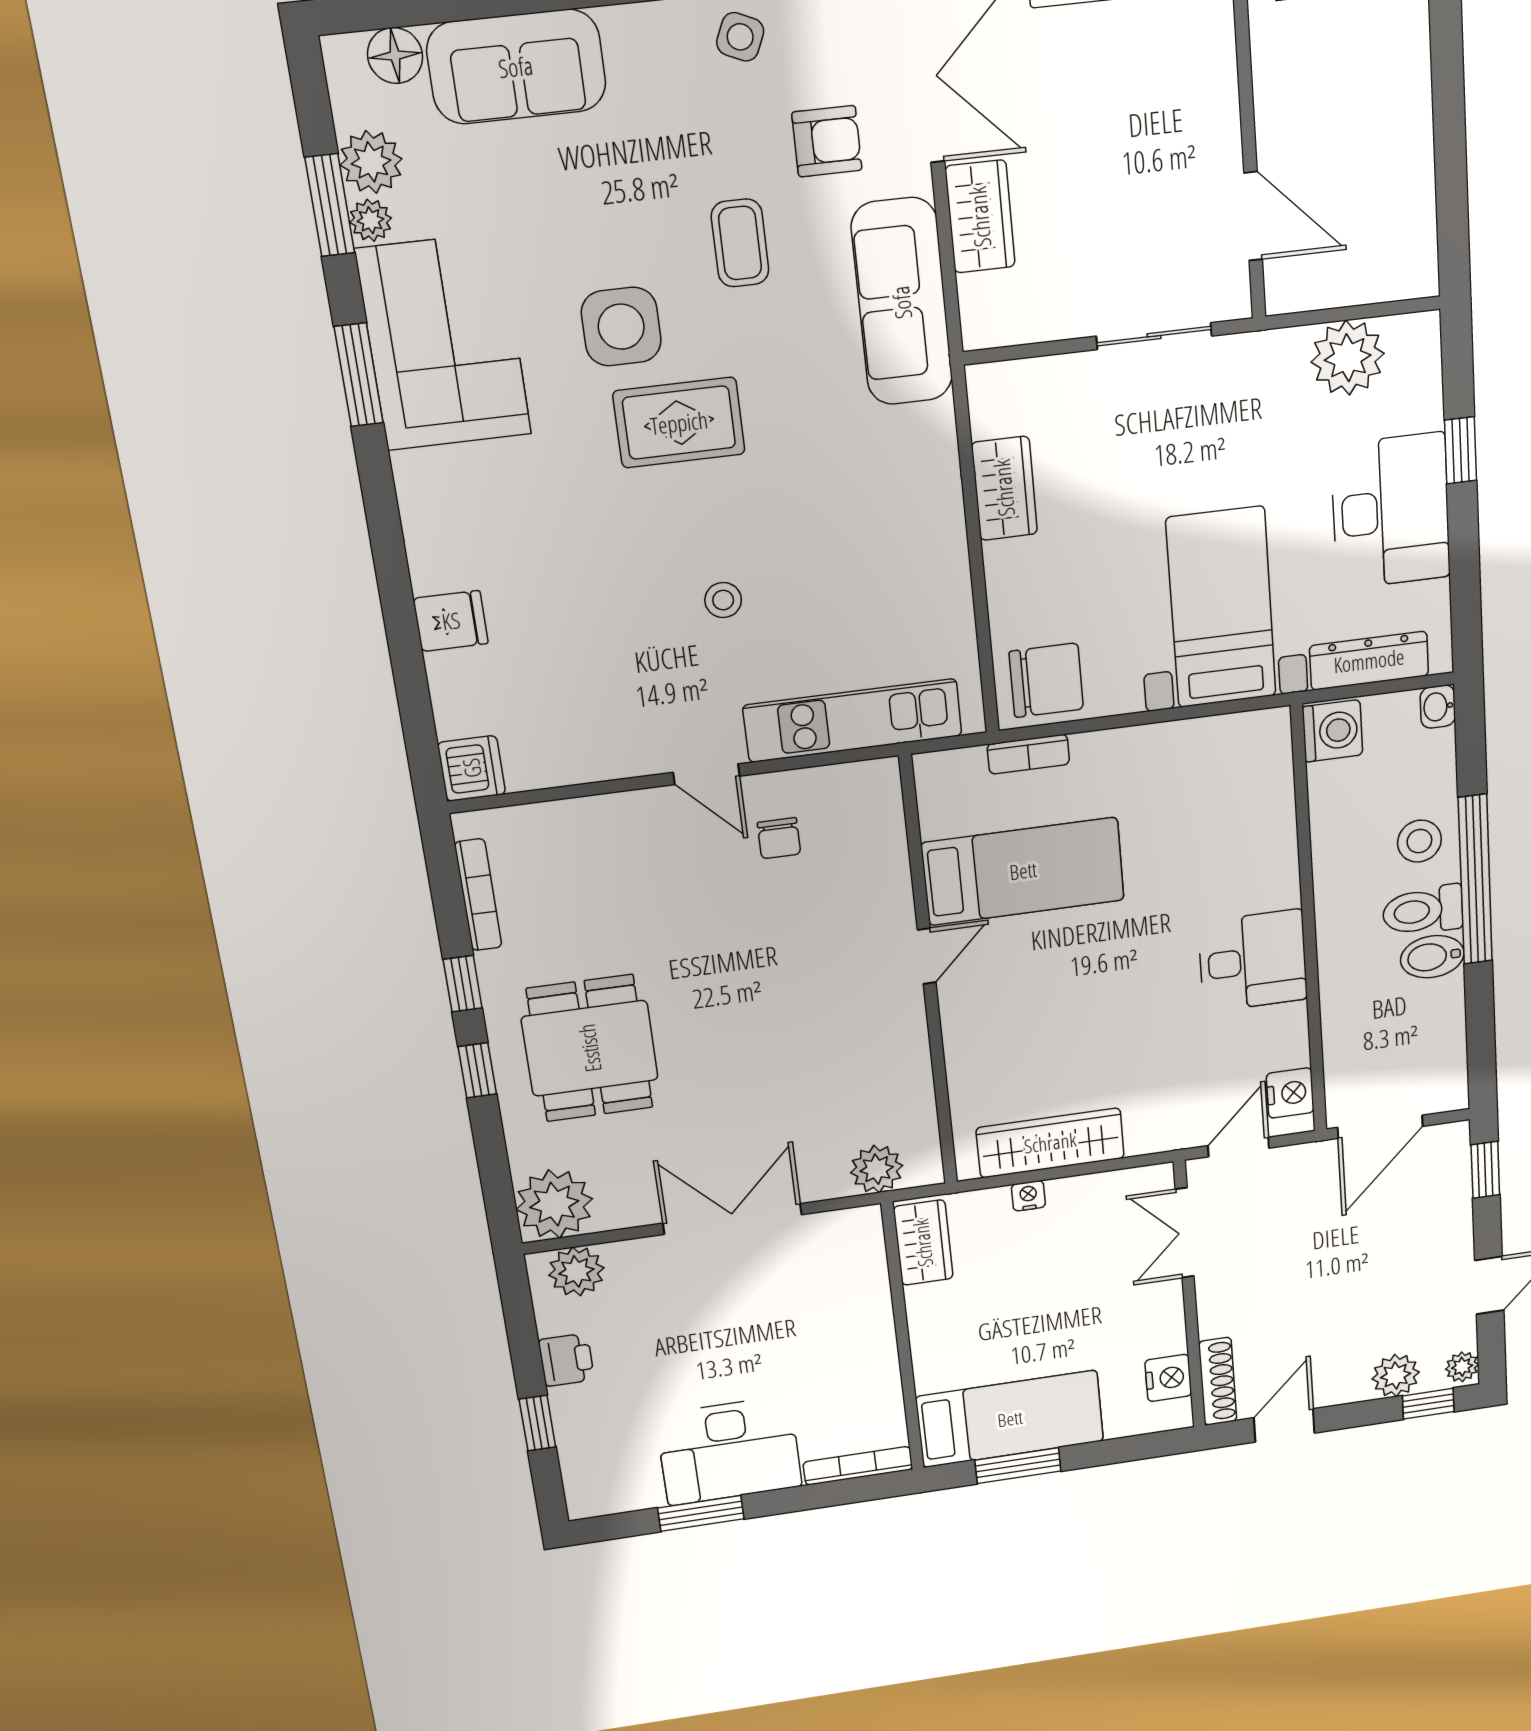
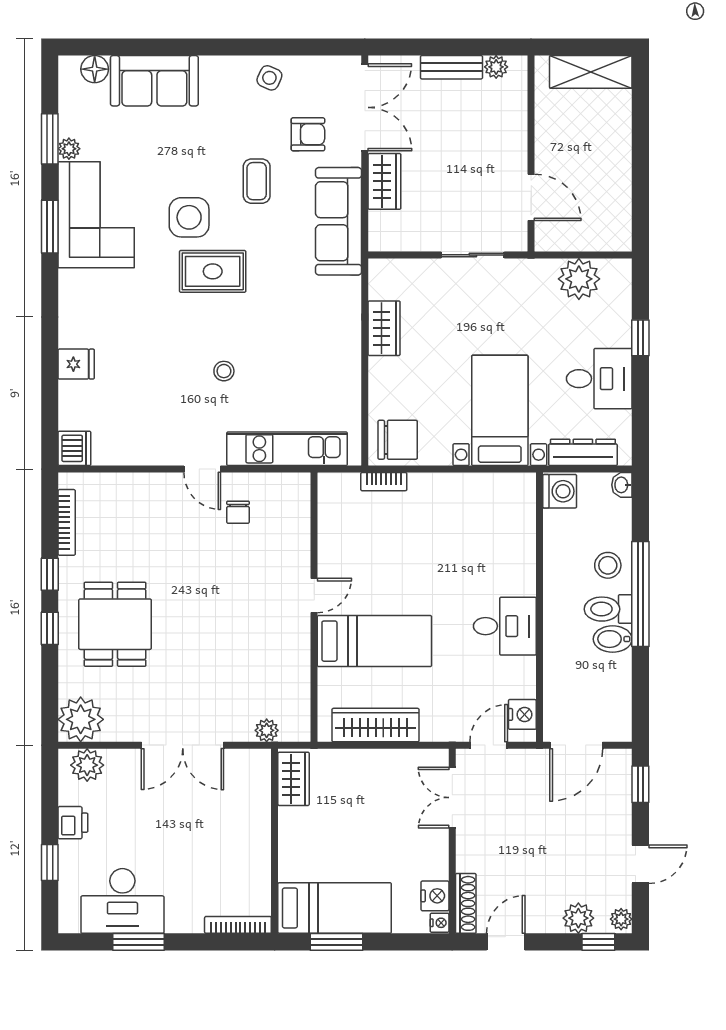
plant: (371, 162) -> (74, 120), removed
desk: (1391, 511) -> (599, 379), width x0.73
bed: (1023, 871) -> (374, 641), moved
plant: (877, 1169) -> (267, 730), width x0.73, depth x0.73
nightstand: (1028, 1196) -> (440, 923), moved, turned 90
double door: (732, 1219) -> (183, 745), swing flipped
desk: (729, 1451) -> (122, 901), moved

